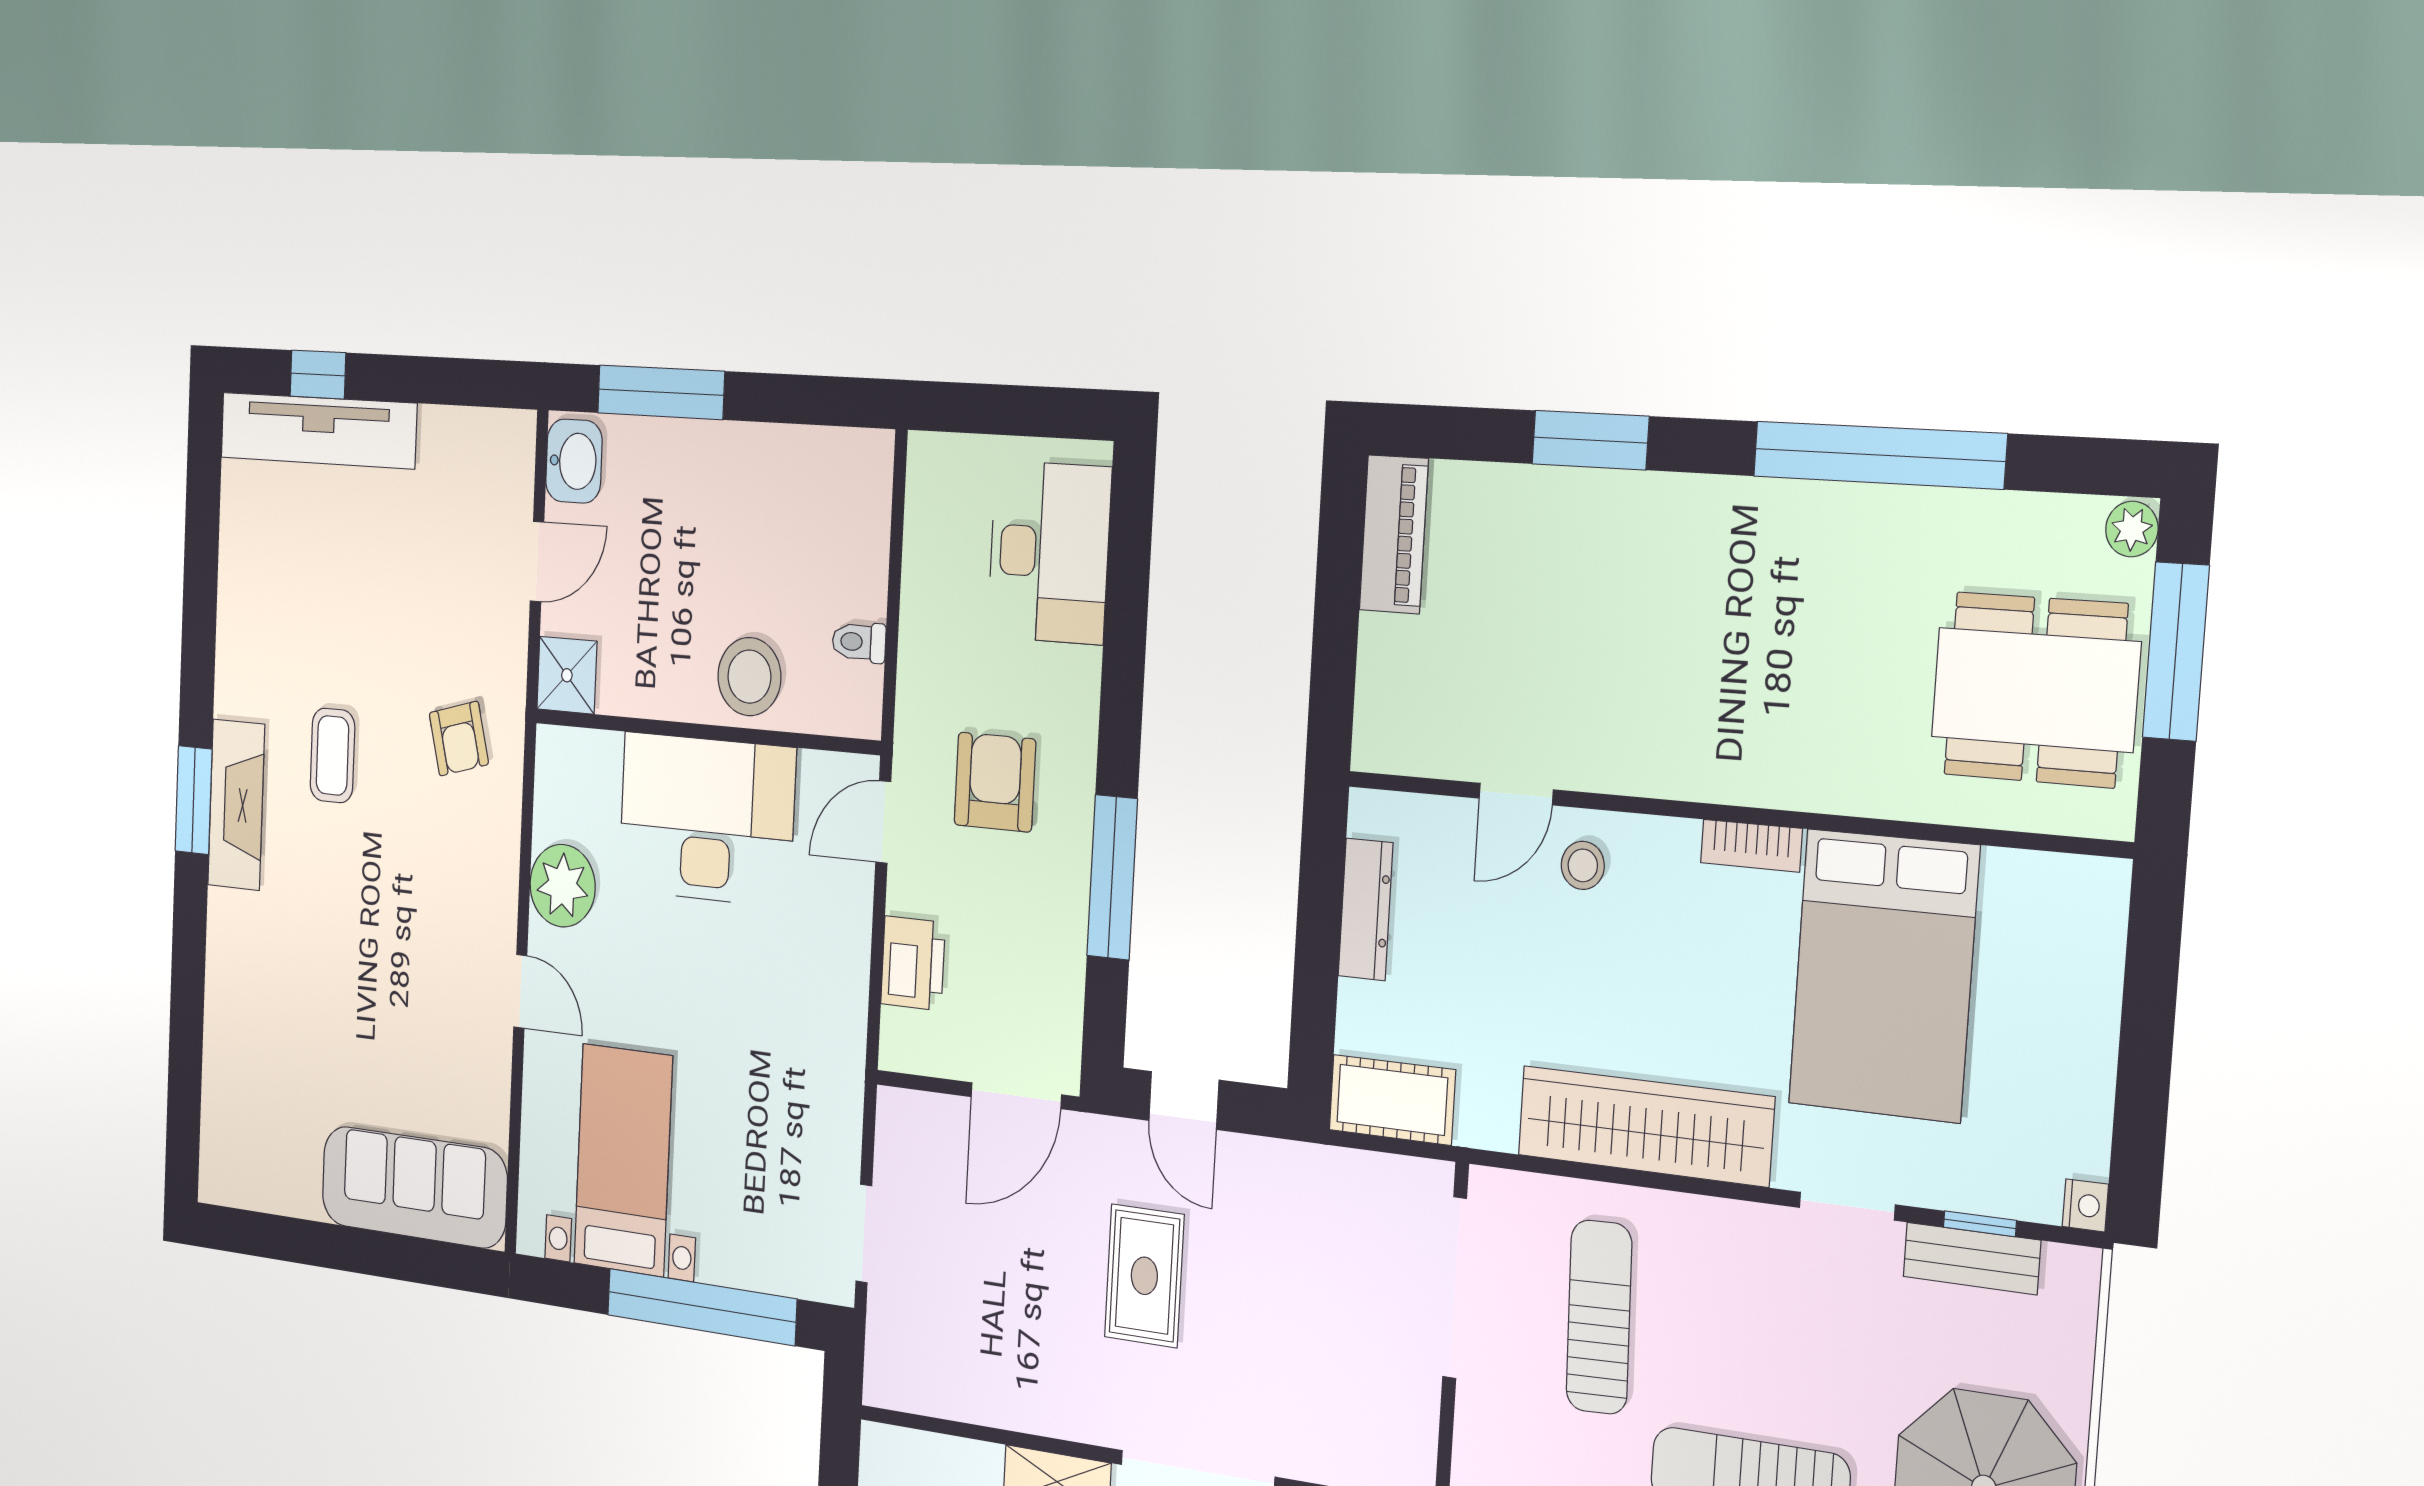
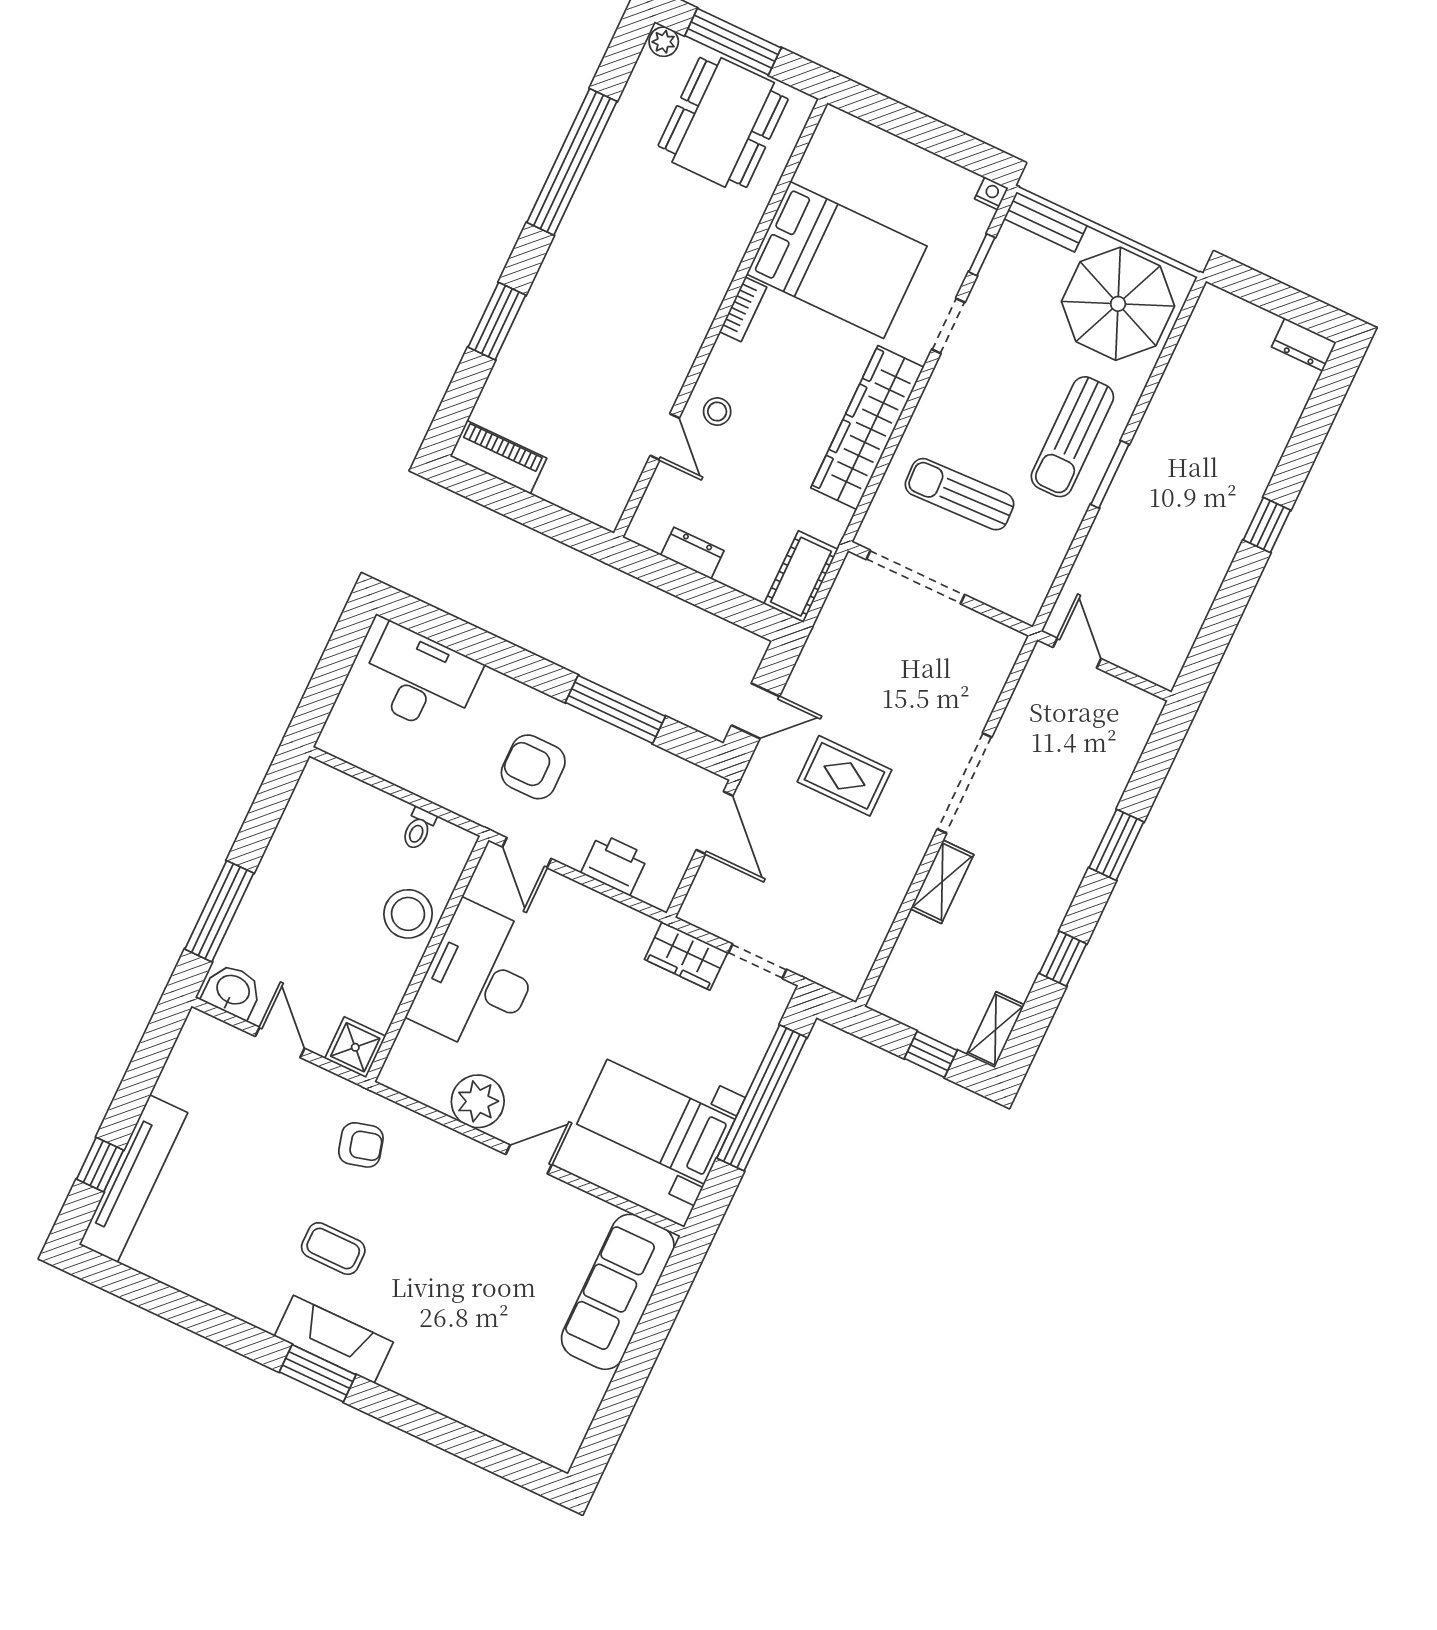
dresser: (1366, 909) -> (692, 553), width x0.70
wardrobe: (835, 1122) -> (686, 956), added
bench: (1972, 1258) -> (1046, 222), moved, turned 90

